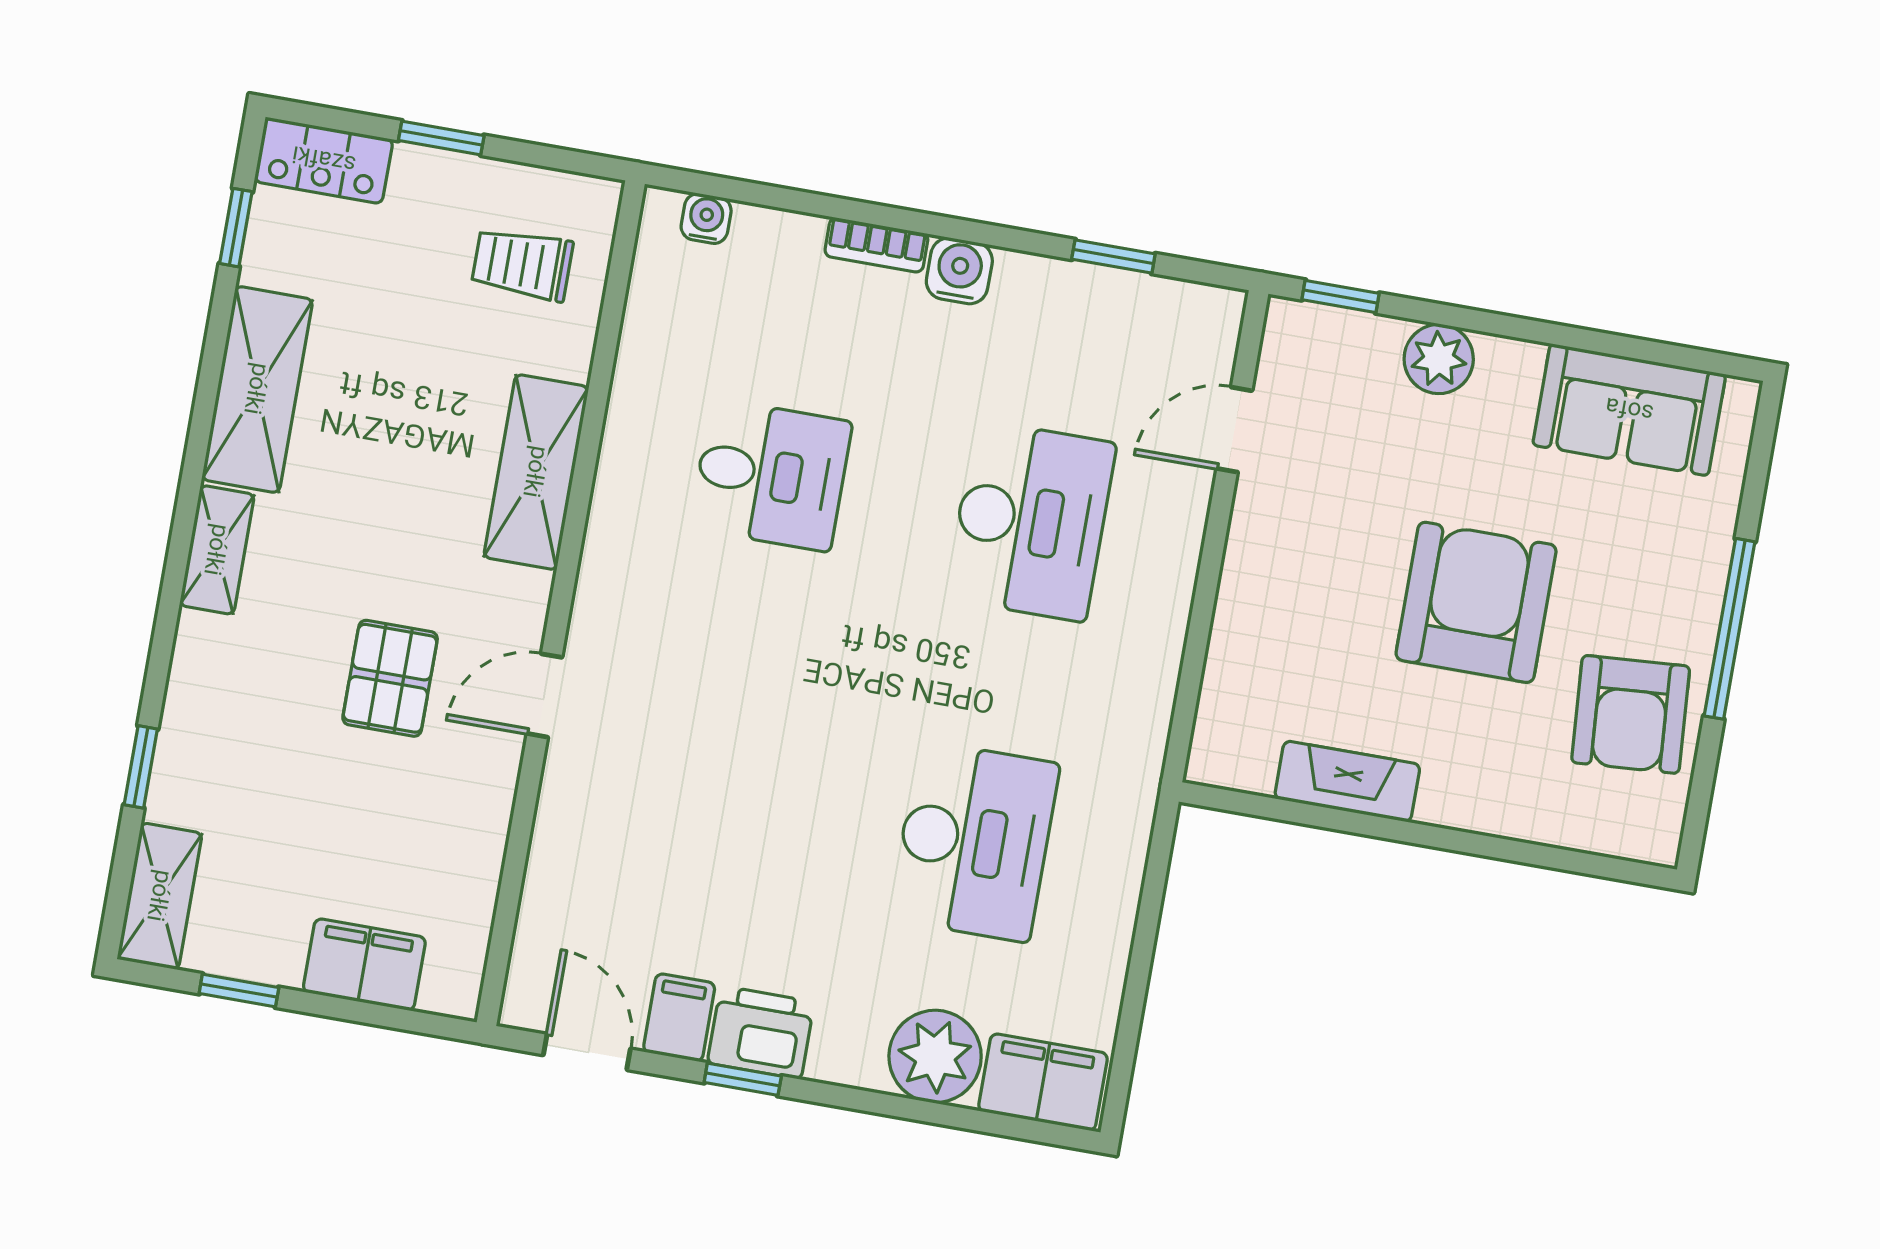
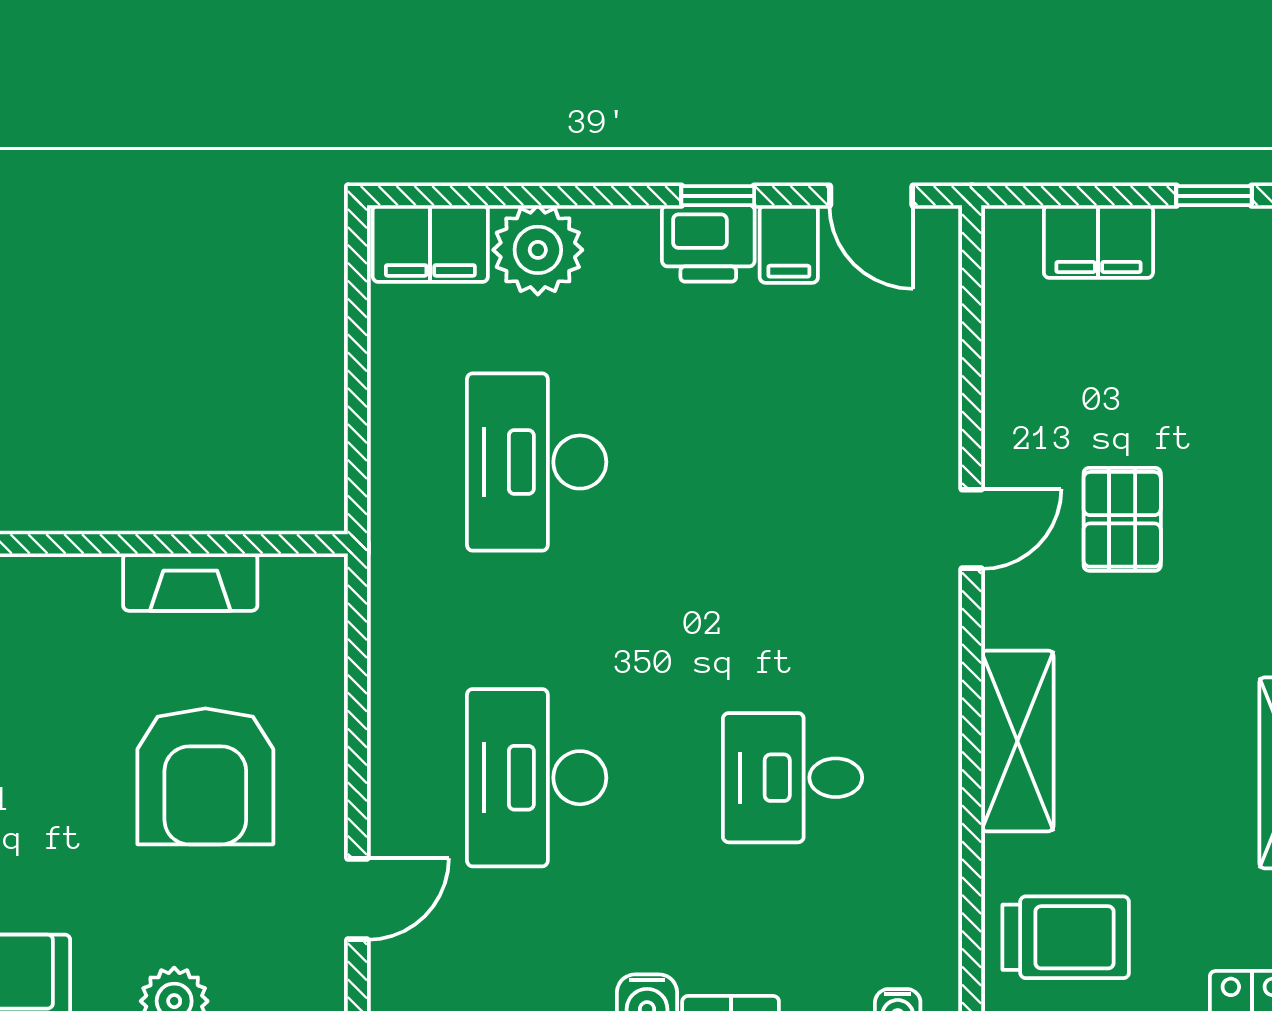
trolley: (522, 264) -> (1066, 937), width x1.36, depth x1.39
armchair: (1476, 602) -> (205, 776), moved

